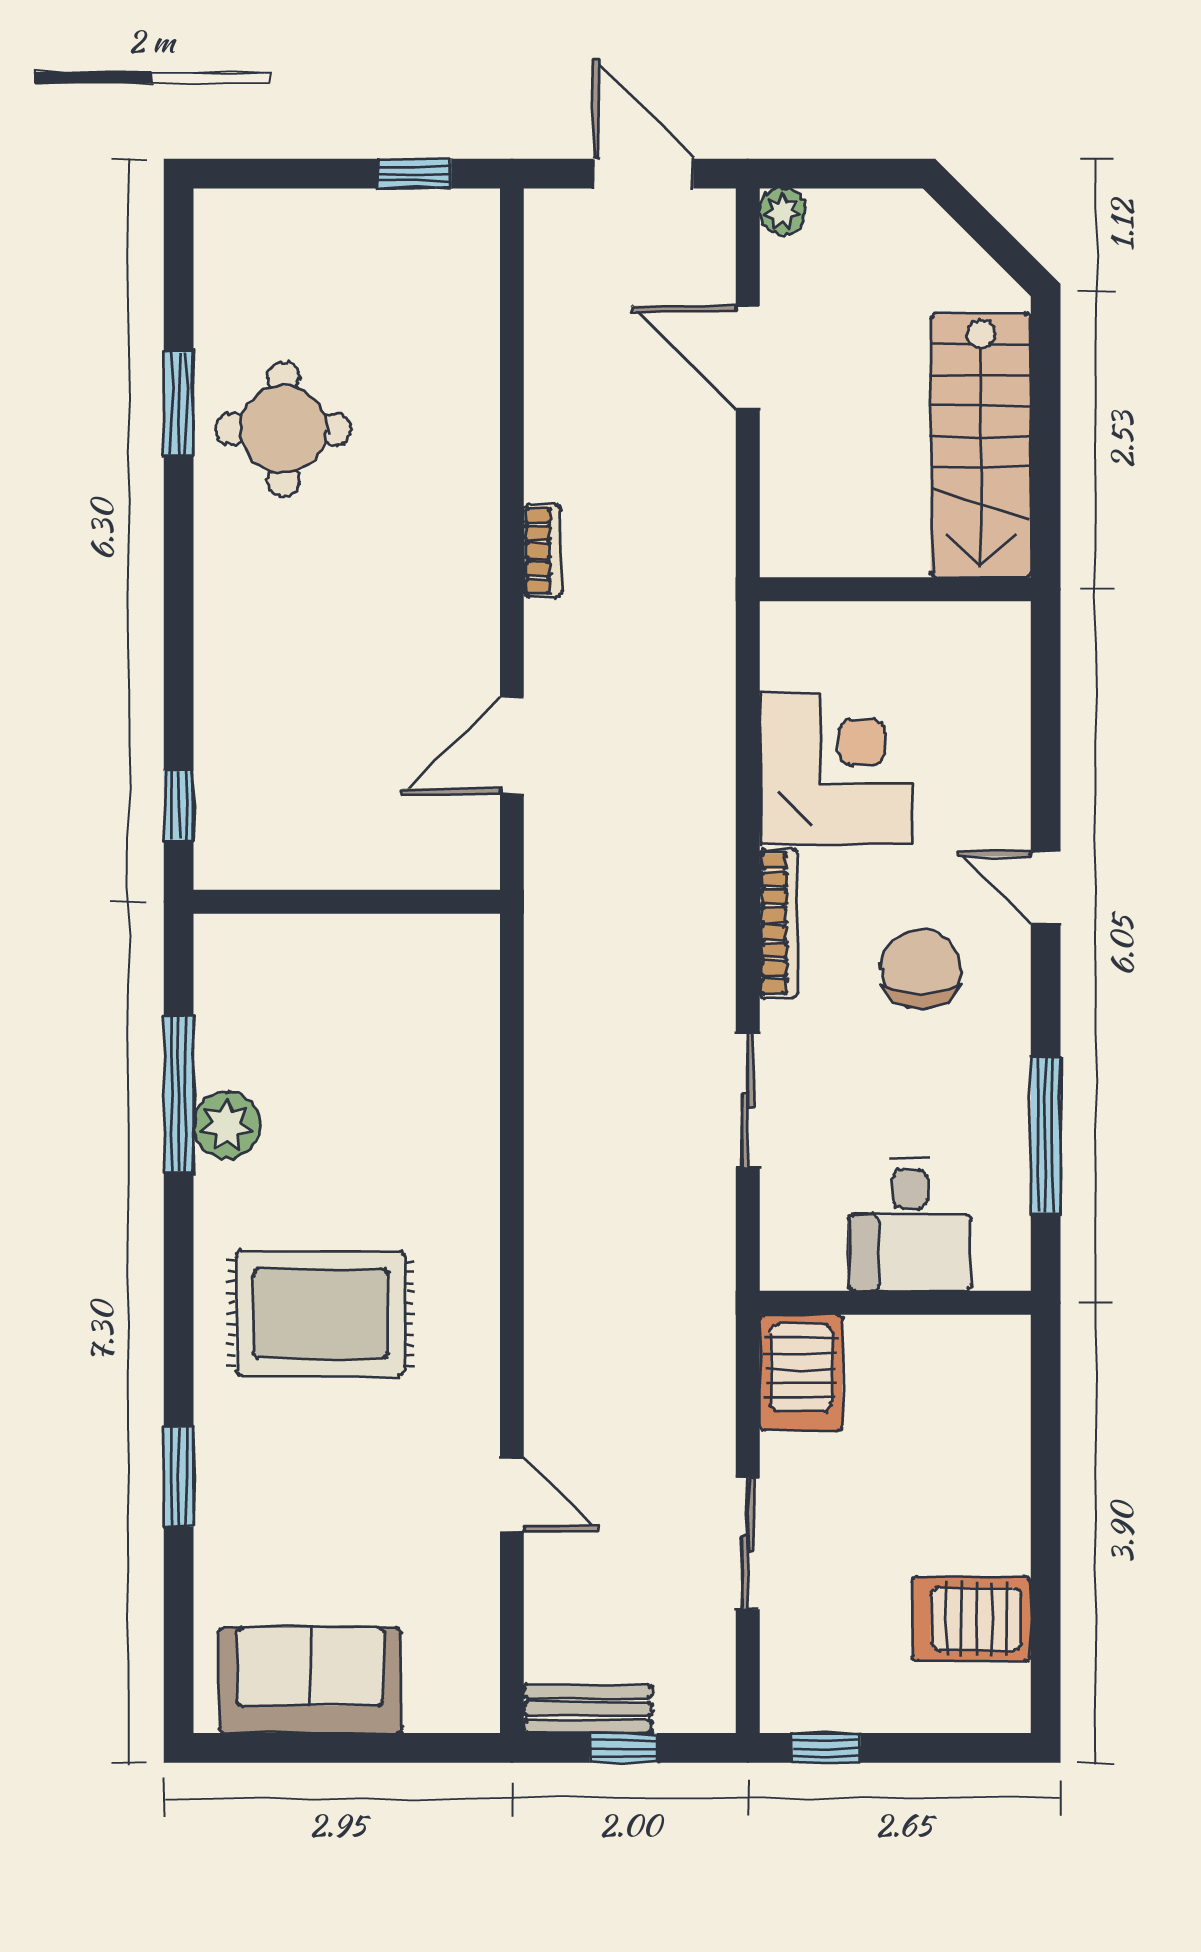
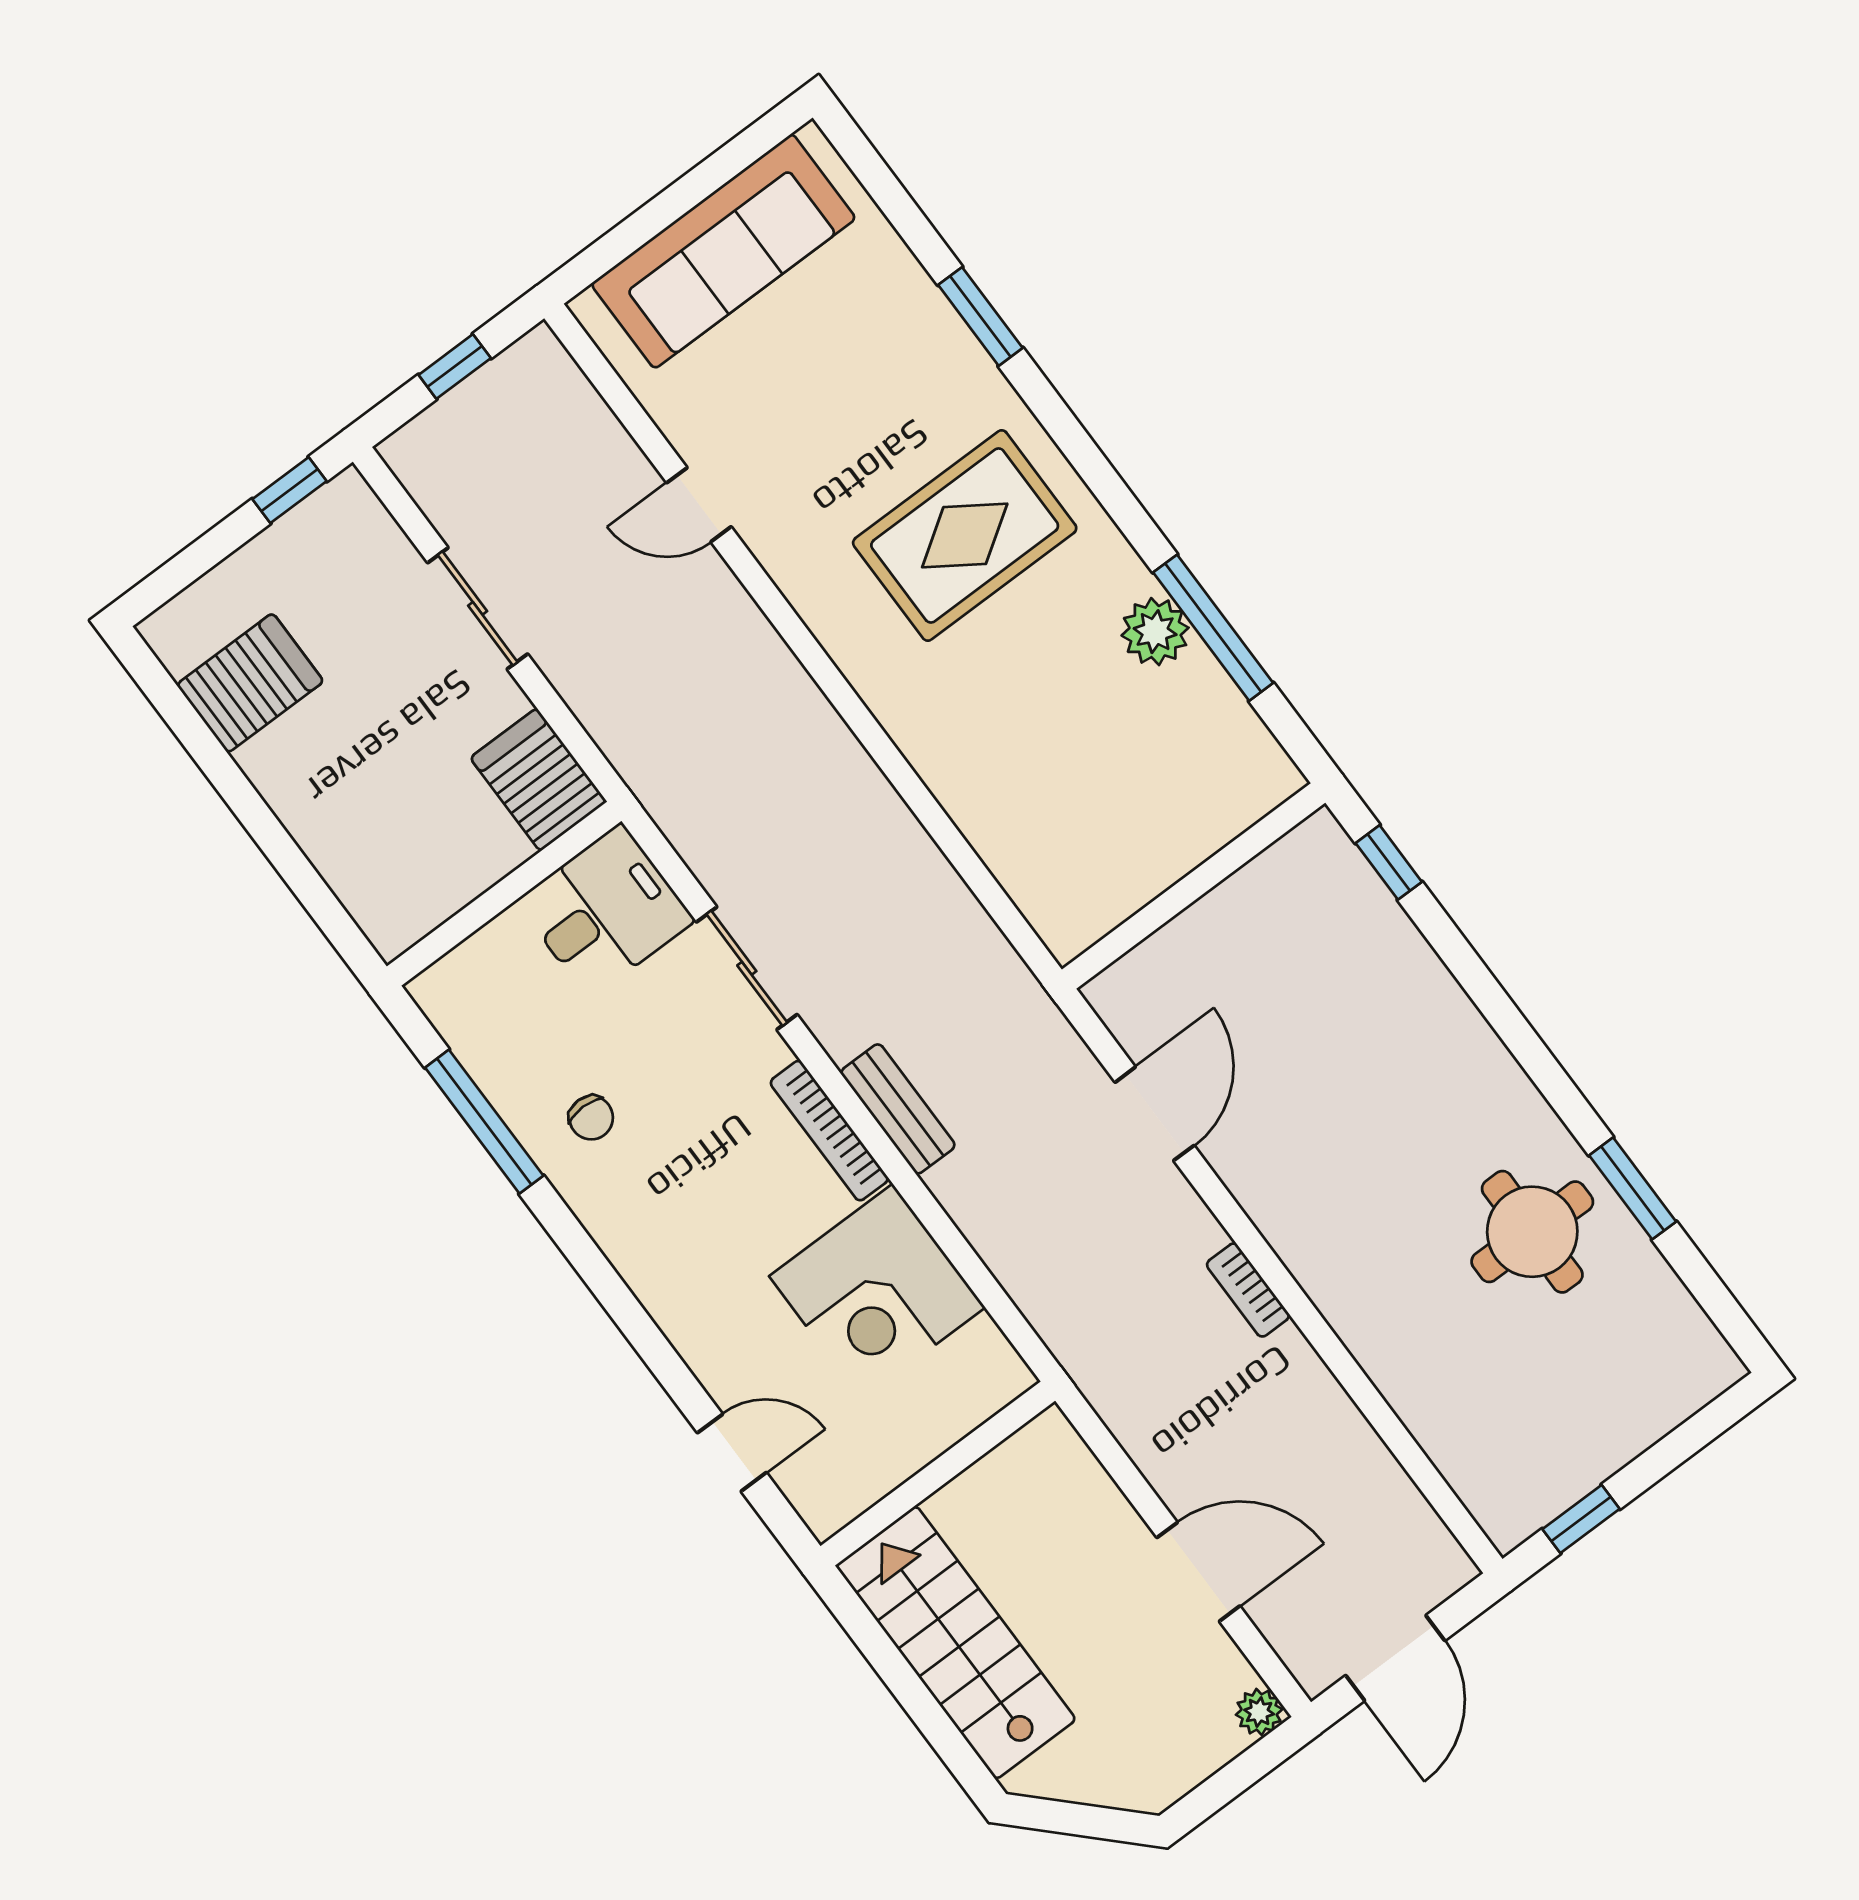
door: (643, 174) -> (1395, 1658), hinge flipped
door: (1046, 888) -> (732, 1453), moved
chair: (921, 969) -> (591, 1118), moved, width x0.54, depth x0.54
desk: (910, 1225) -> (605, 911), moved, turned 90
sofa: (310, 1680) -> (723, 251), width x1.36
bench: (588, 1709) -> (898, 1109), moved, turned 90

